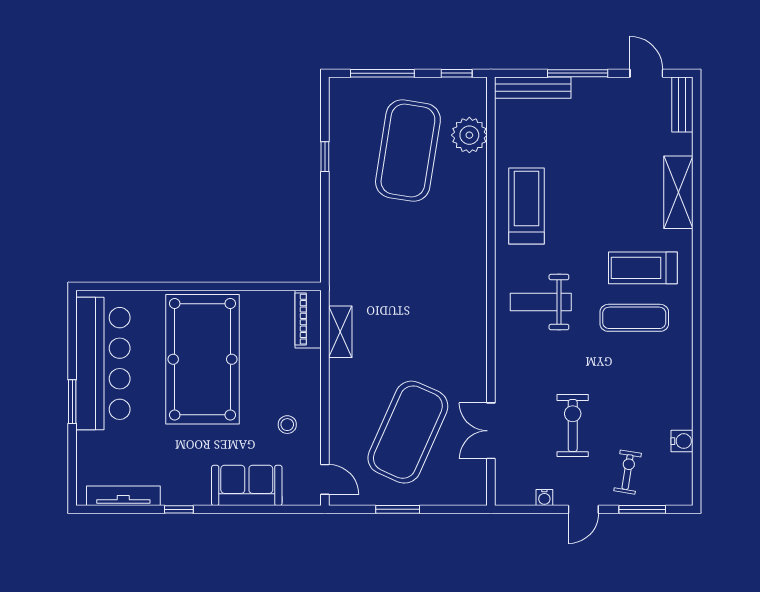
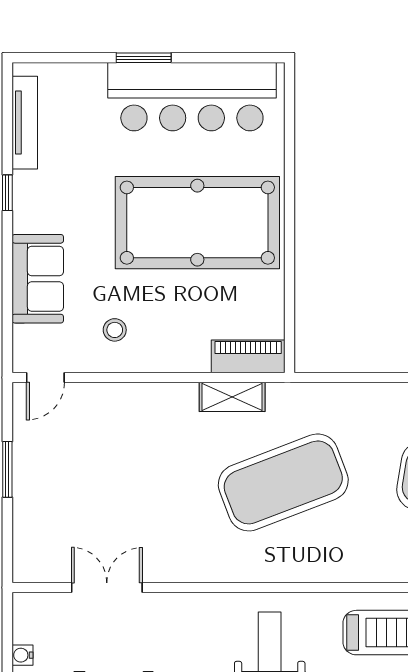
exercise mat: (408, 432) -> (283, 482), moved, turned -45

